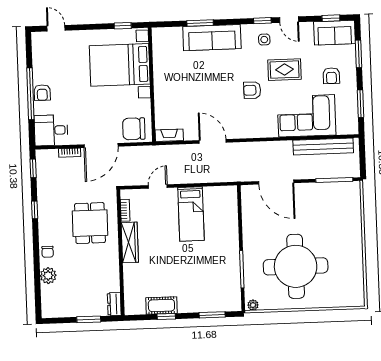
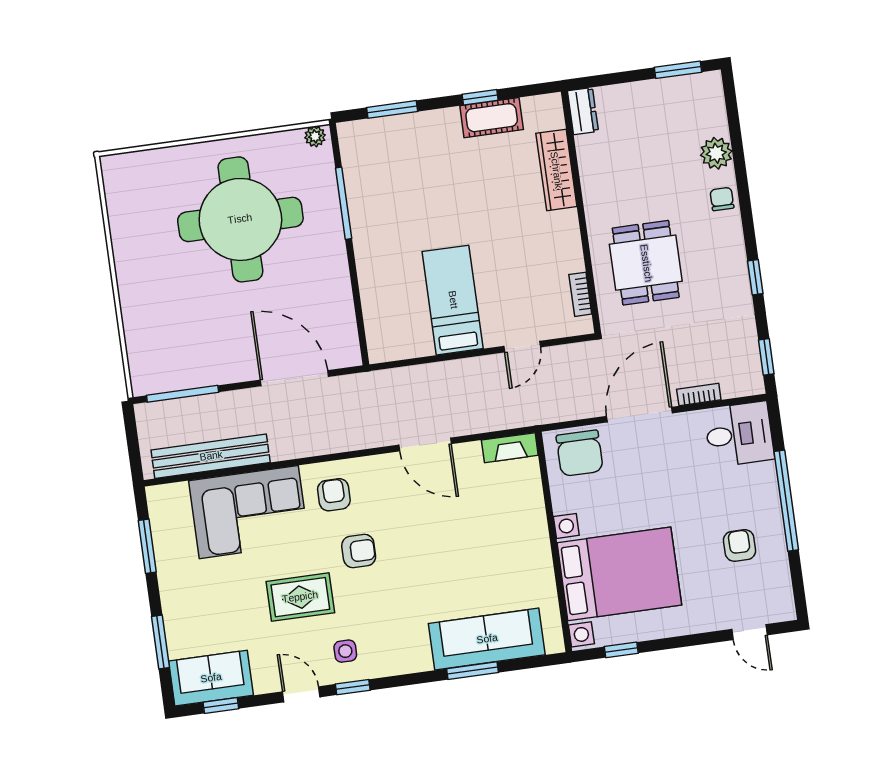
sofa: (212, 38) -> (487, 639), moved
armchair: (331, 76) -> (334, 495), moved
armchair: (42, 93) -> (740, 545), moved
chair: (134, 129) -> (580, 453), turned 90
wardrobe: (130, 242) -> (556, 170), moved
window: (89, 319) -> (678, 70), moved

